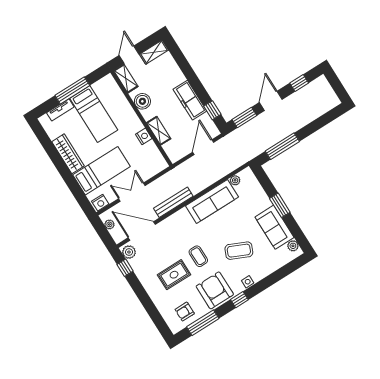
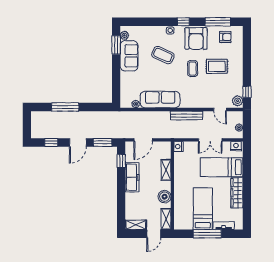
nightstand: (144, 136) -> (179, 147), moved
window: (282, 146) -> (65, 107), moved
window: (280, 205) -> (116, 45), moved
door: (142, 231) -> (220, 110), width x0.53

